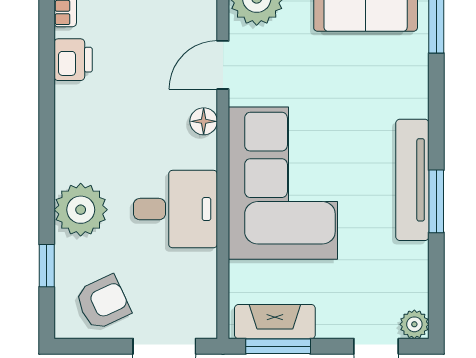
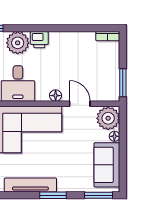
printer: (73, 60) -> (39, 40), moved
window: (436, 201) -> (53, 195), moved

